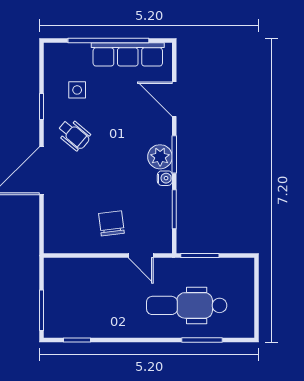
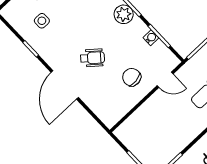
wheelchair: (74, 135) -> (92, 58), moved
water cooler: (165, 178) -> (151, 38), moved

